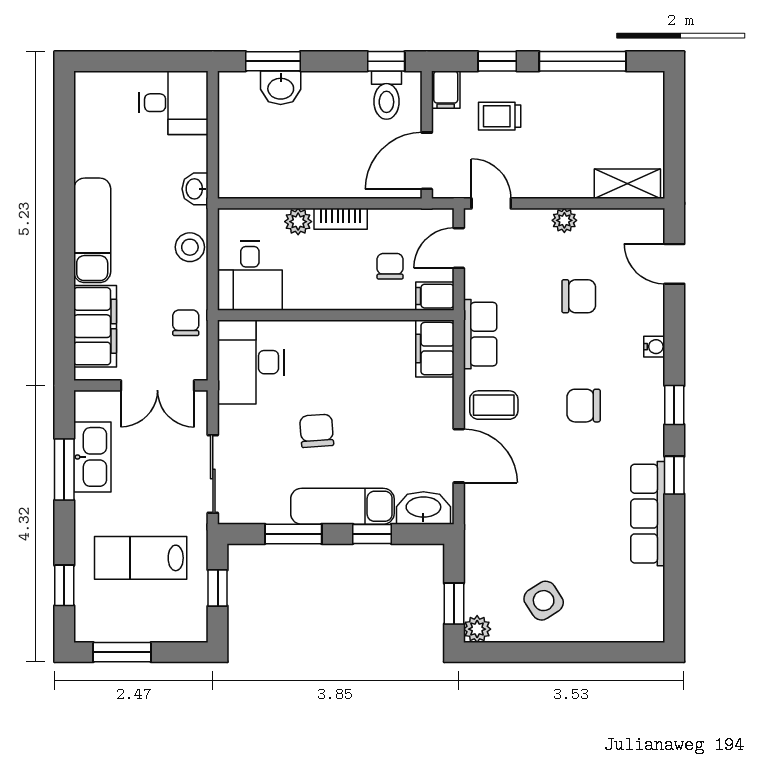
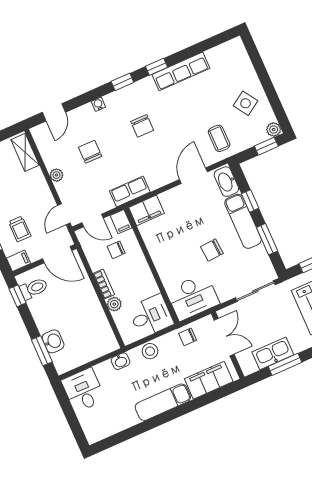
coffee table: (494, 405) -> (219, 138), moved

